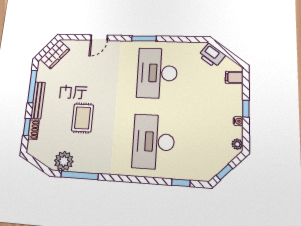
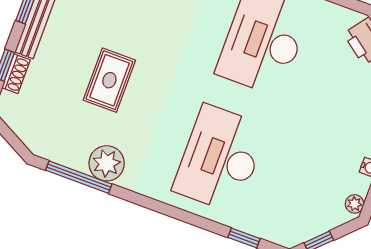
plant: (64, 161) -> (107, 163), moved

